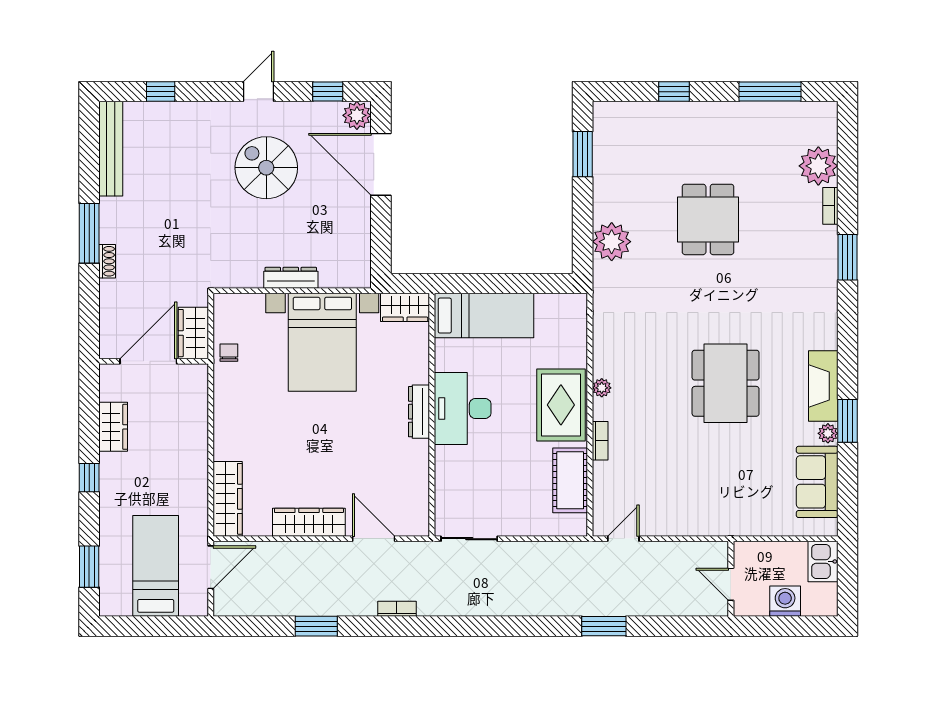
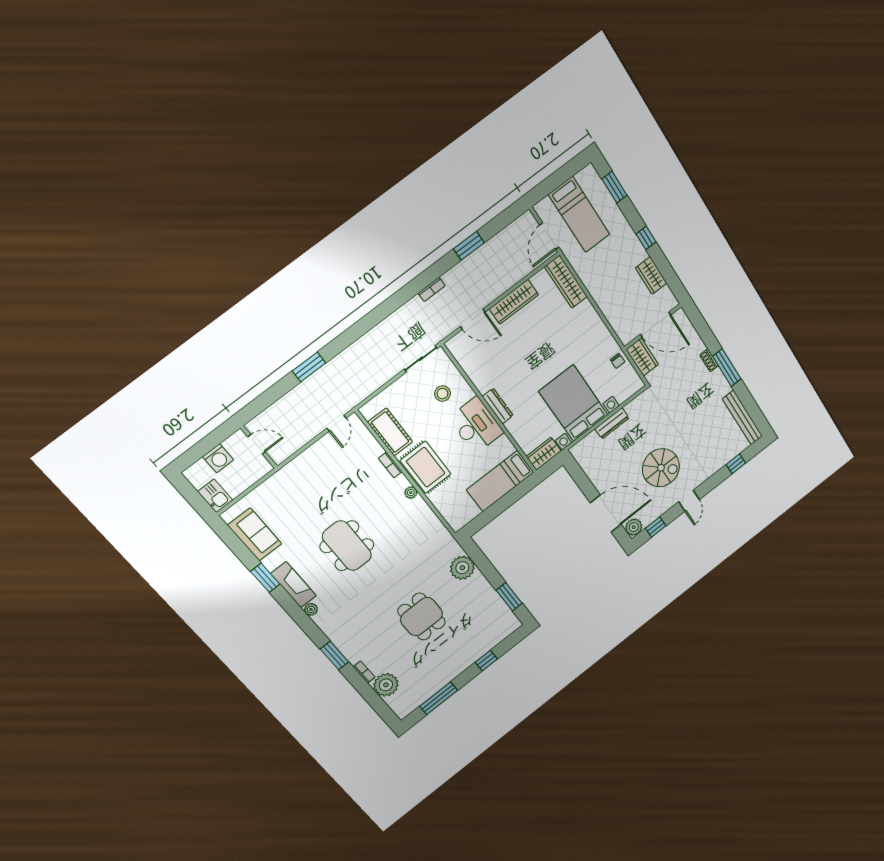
door: (148, 361) -> (656, 325), hinge flipped
plant: (828, 433) -> (311, 609), moved
stool: (474, 478) -> (443, 394), added

